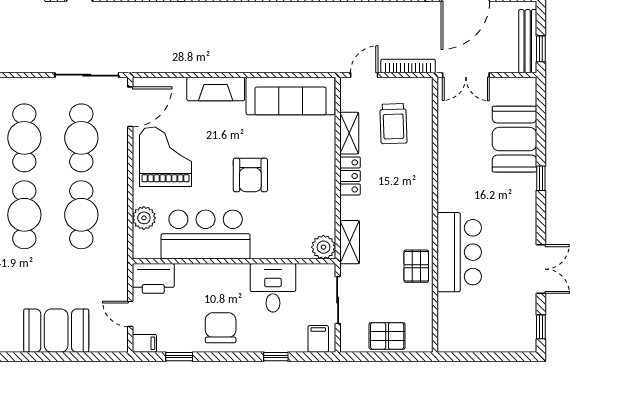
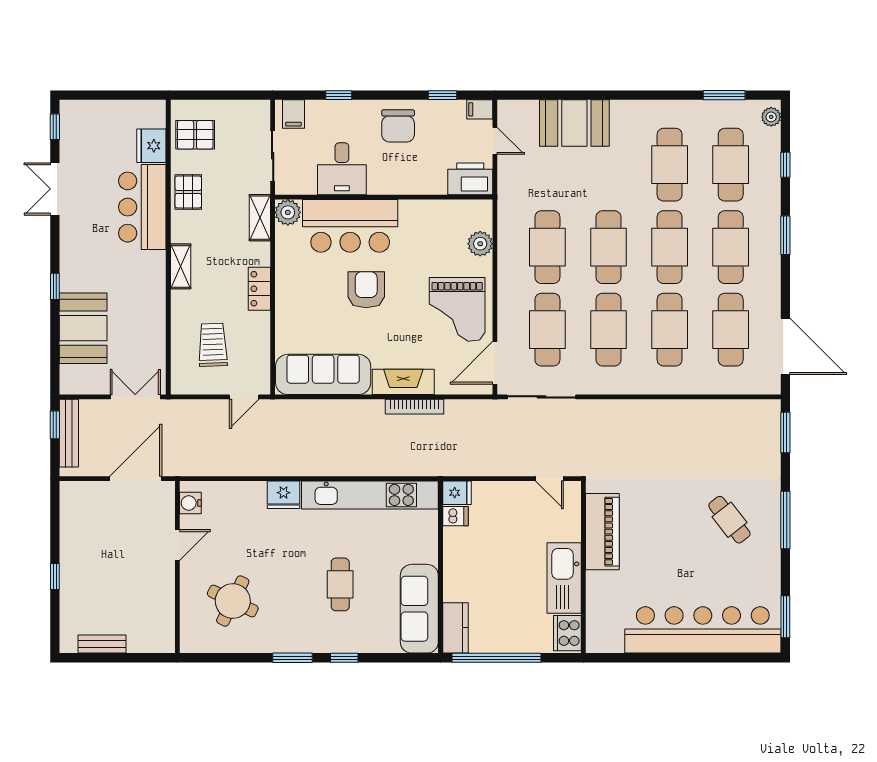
bookcase: (408, 66) -> (414, 407), moved
shelving: (349, 133) -> (181, 266), moved
bar counter: (206, 235) -> (350, 226), moved
fridge: (451, 309) -> (151, 146), added
pallet: (387, 336) -> (195, 135), moved

